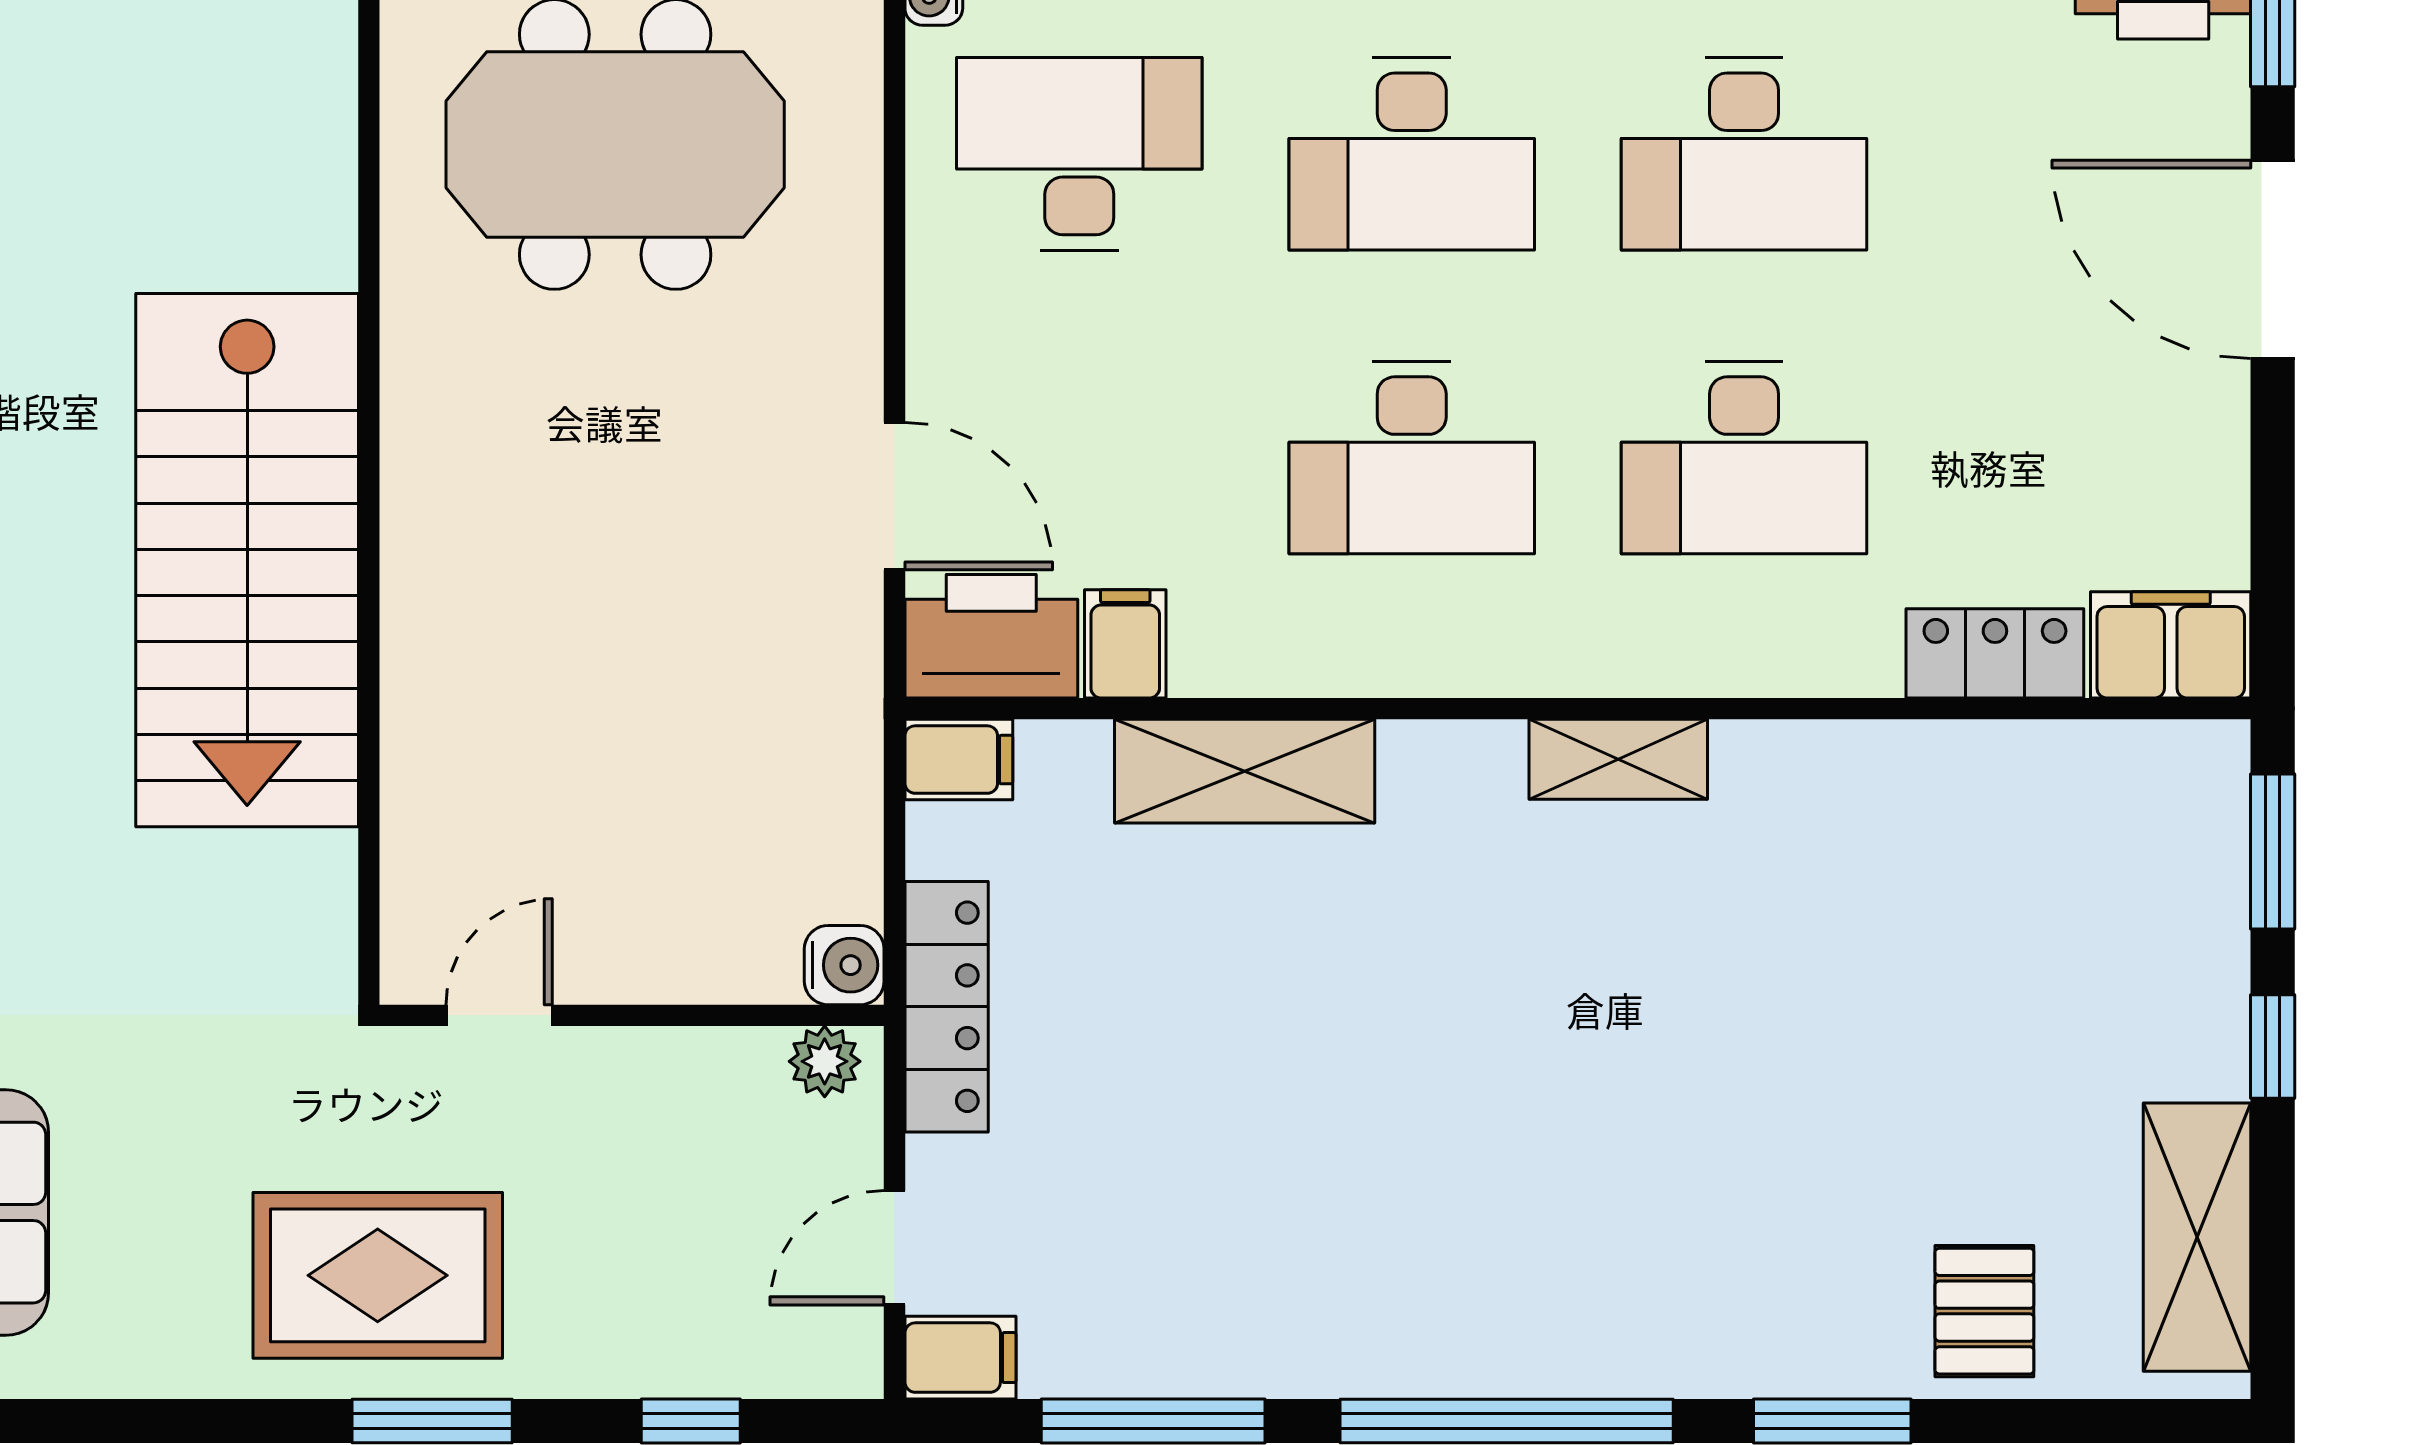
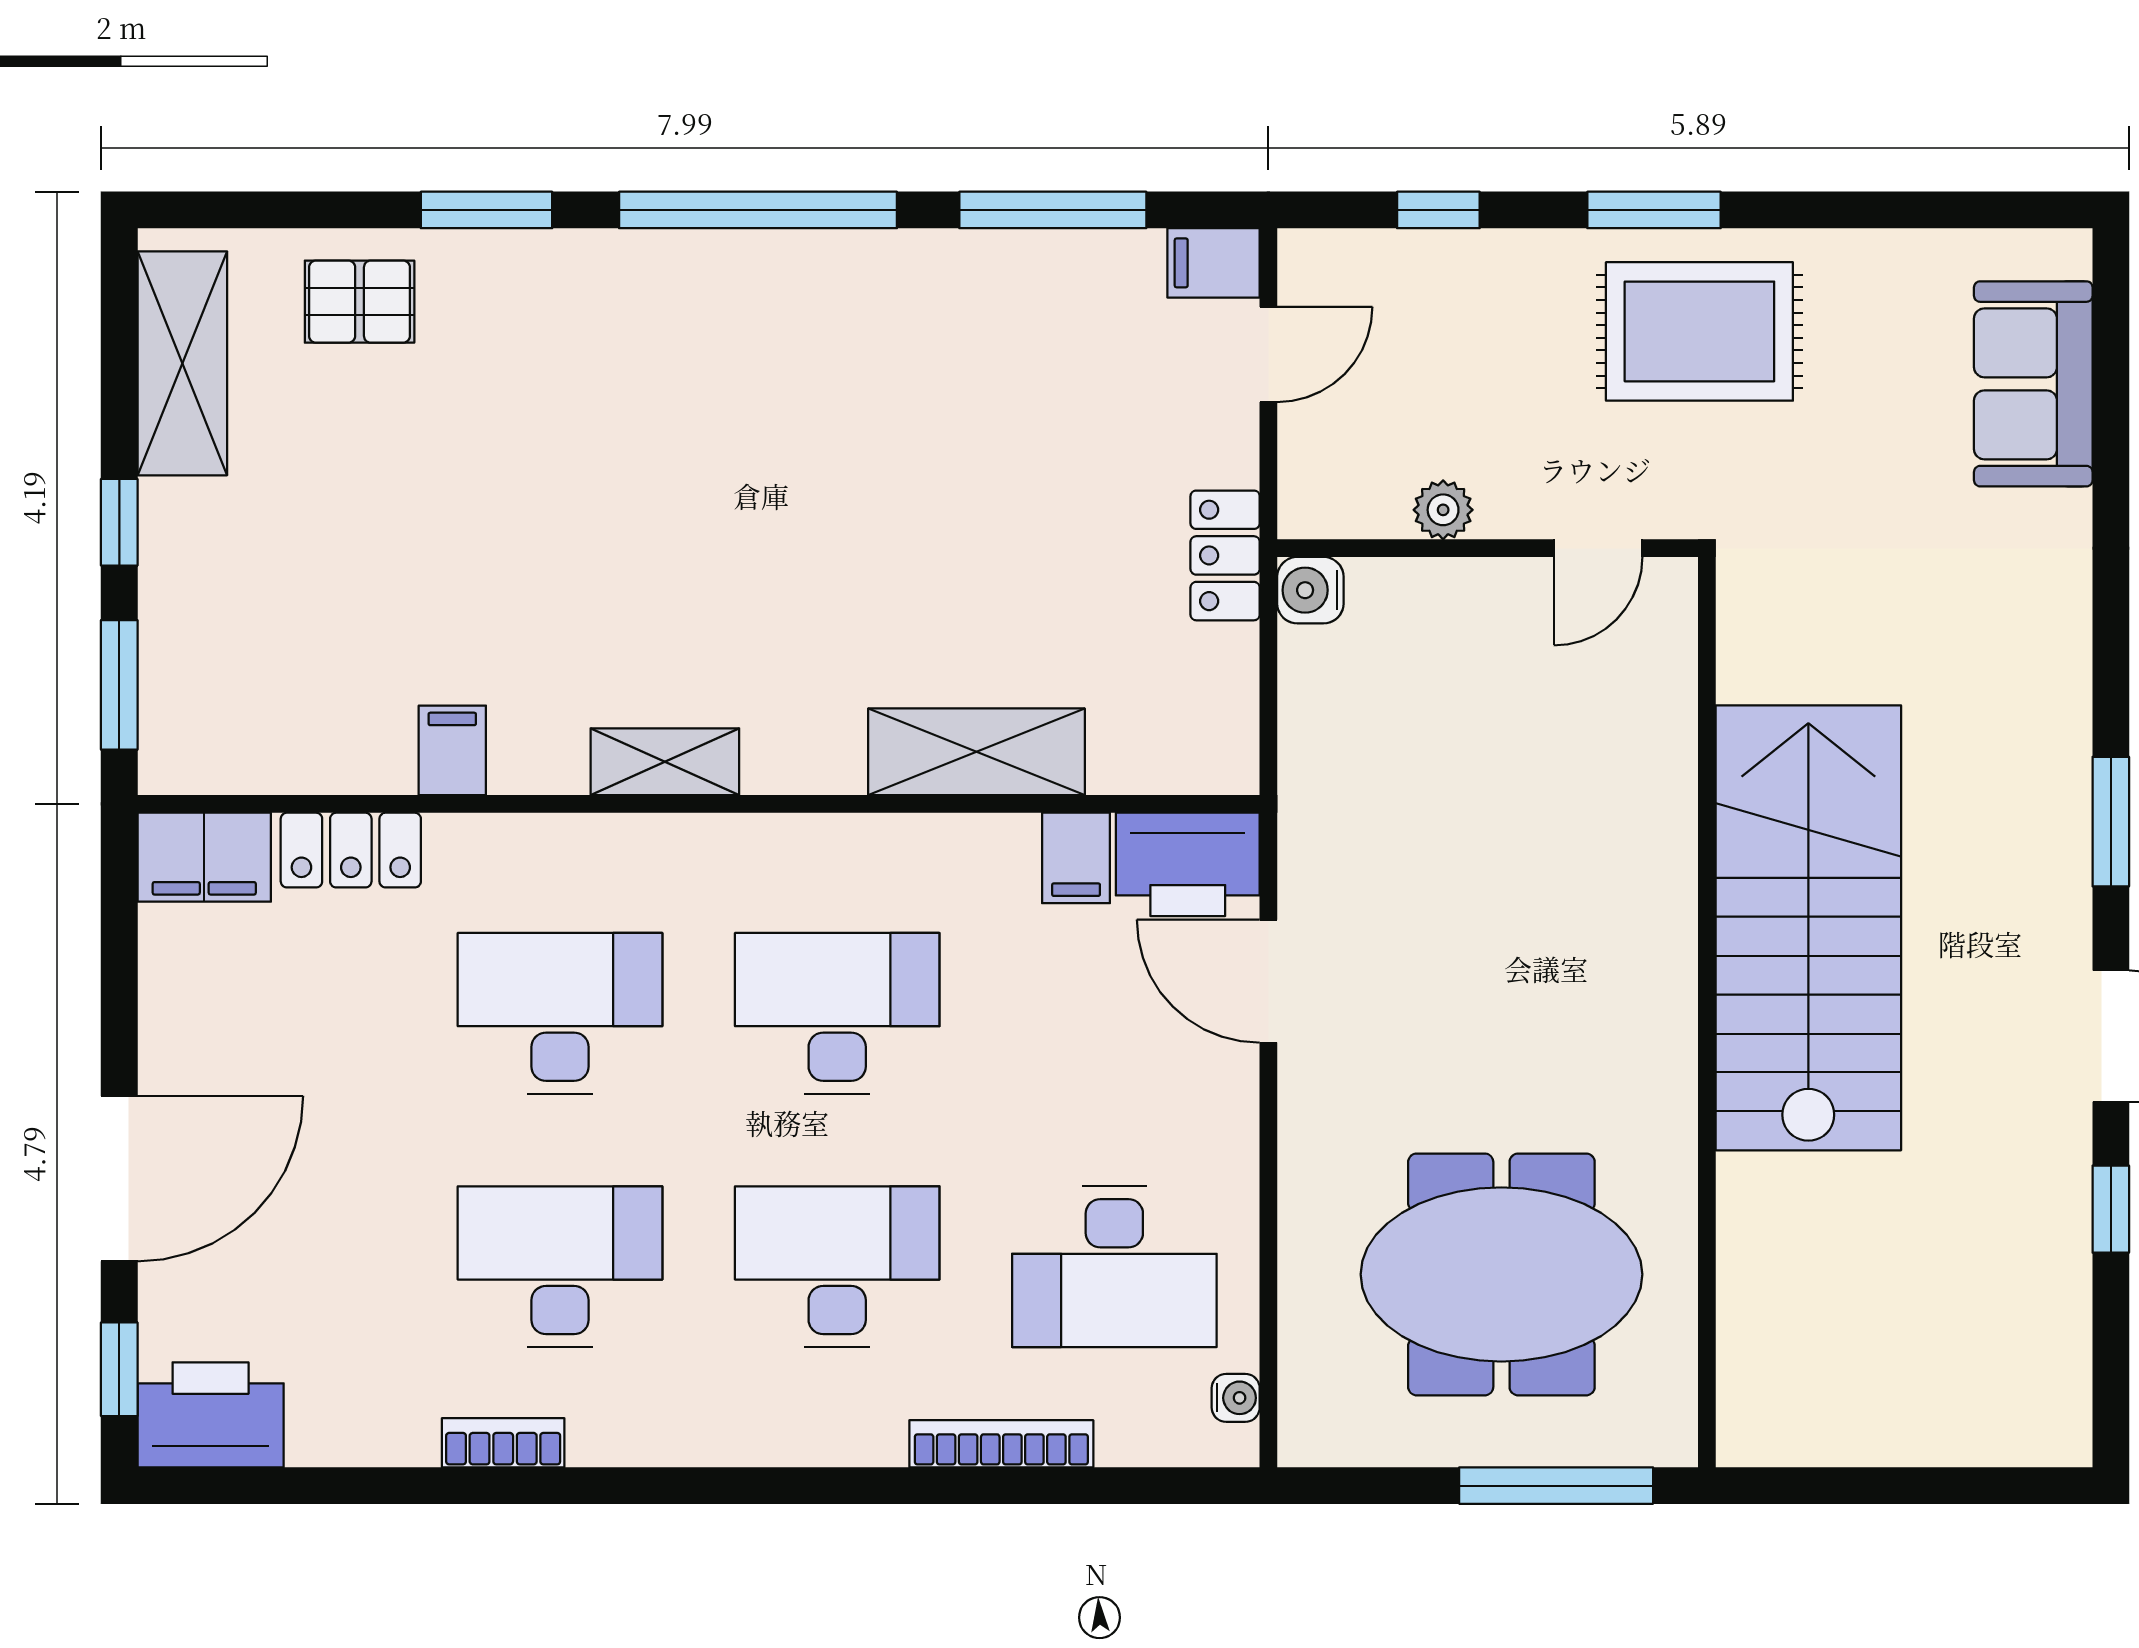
door: (2273, 259) -> (119, 1179), hinge flipped
filing cabinet: (959, 760) -> (452, 750), moved, turned 90
locker: (947, 1007) -> (1225, 555), width x0.66
plant: (825, 1061) -> (1443, 510), moved
pallet: (1984, 1311) -> (360, 302), turned 90

